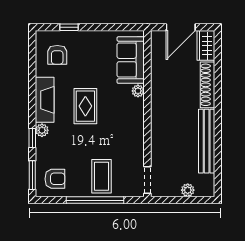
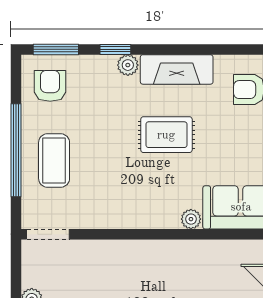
coffee table: (101, 176) -> (54, 161), turned 90
armchair: (55, 179) -> (50, 86), turned 180

